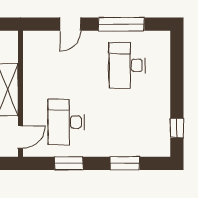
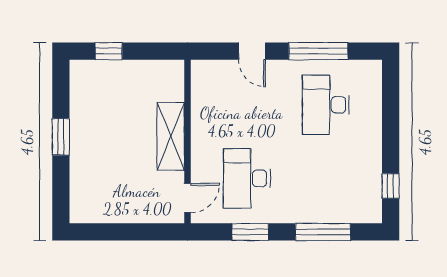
door: (70, 24) -> (252, 51), hinge flipped
window: (125, 163) -> (323, 232), width x1.44

